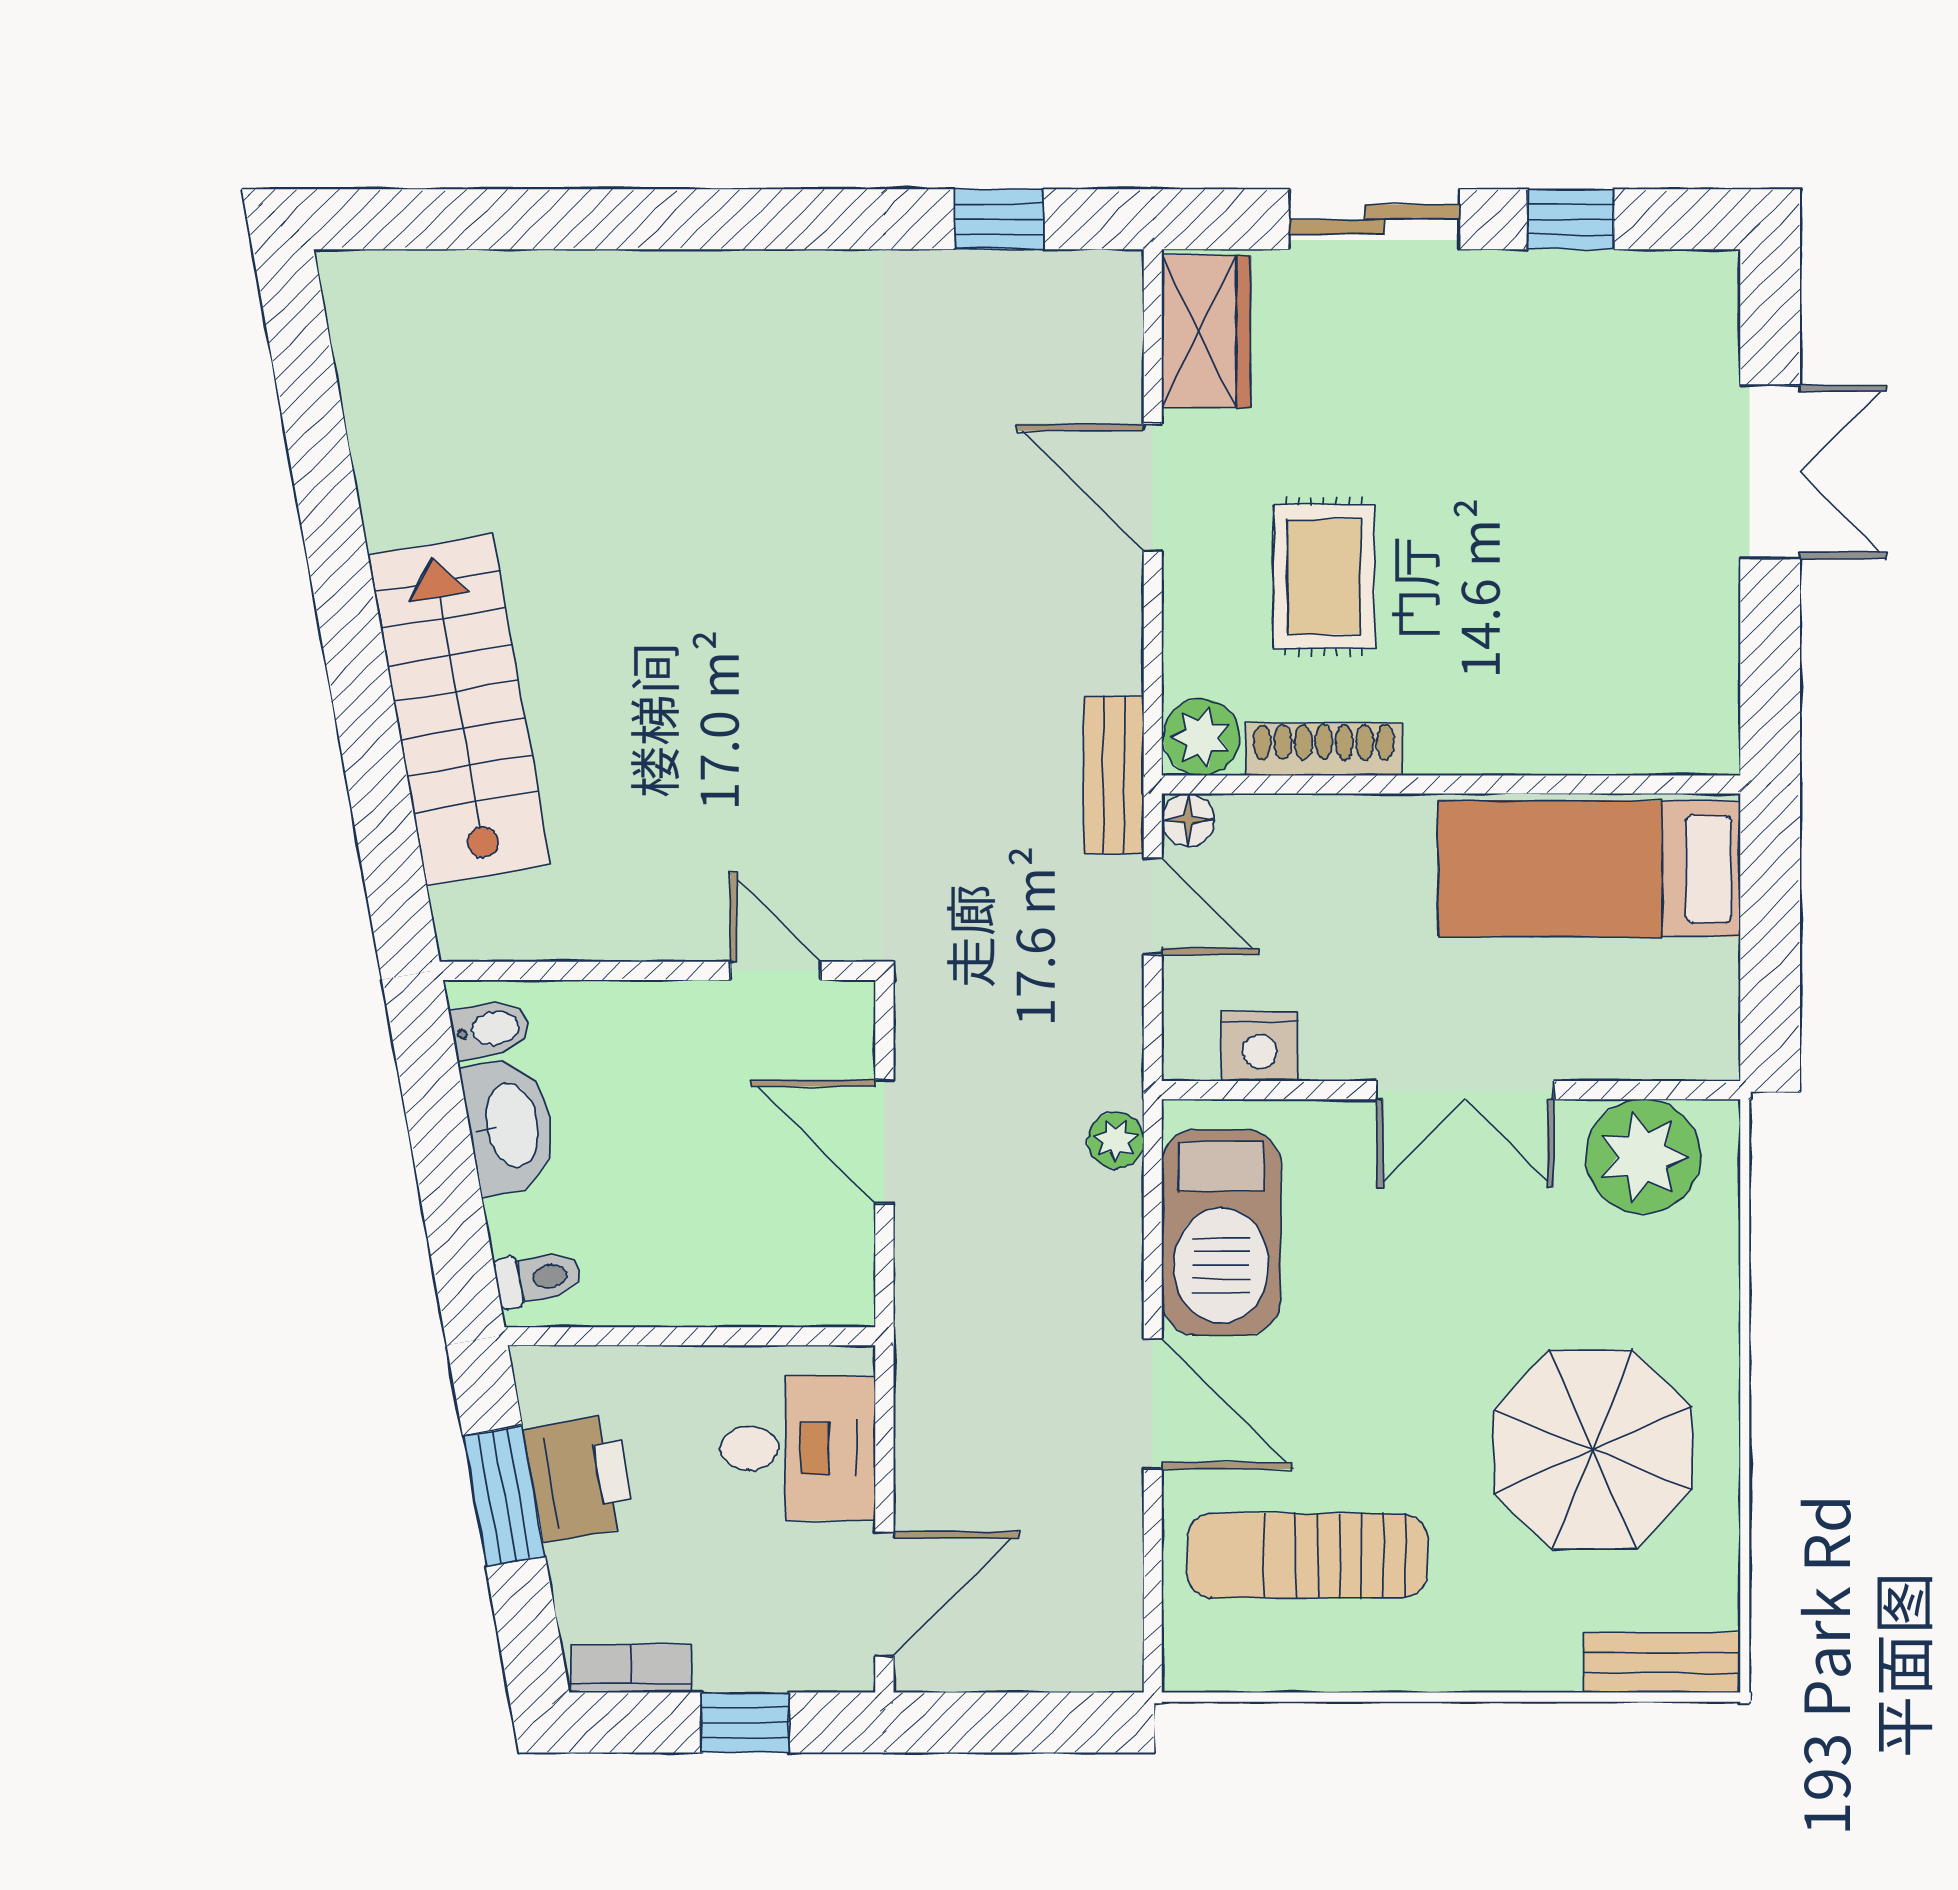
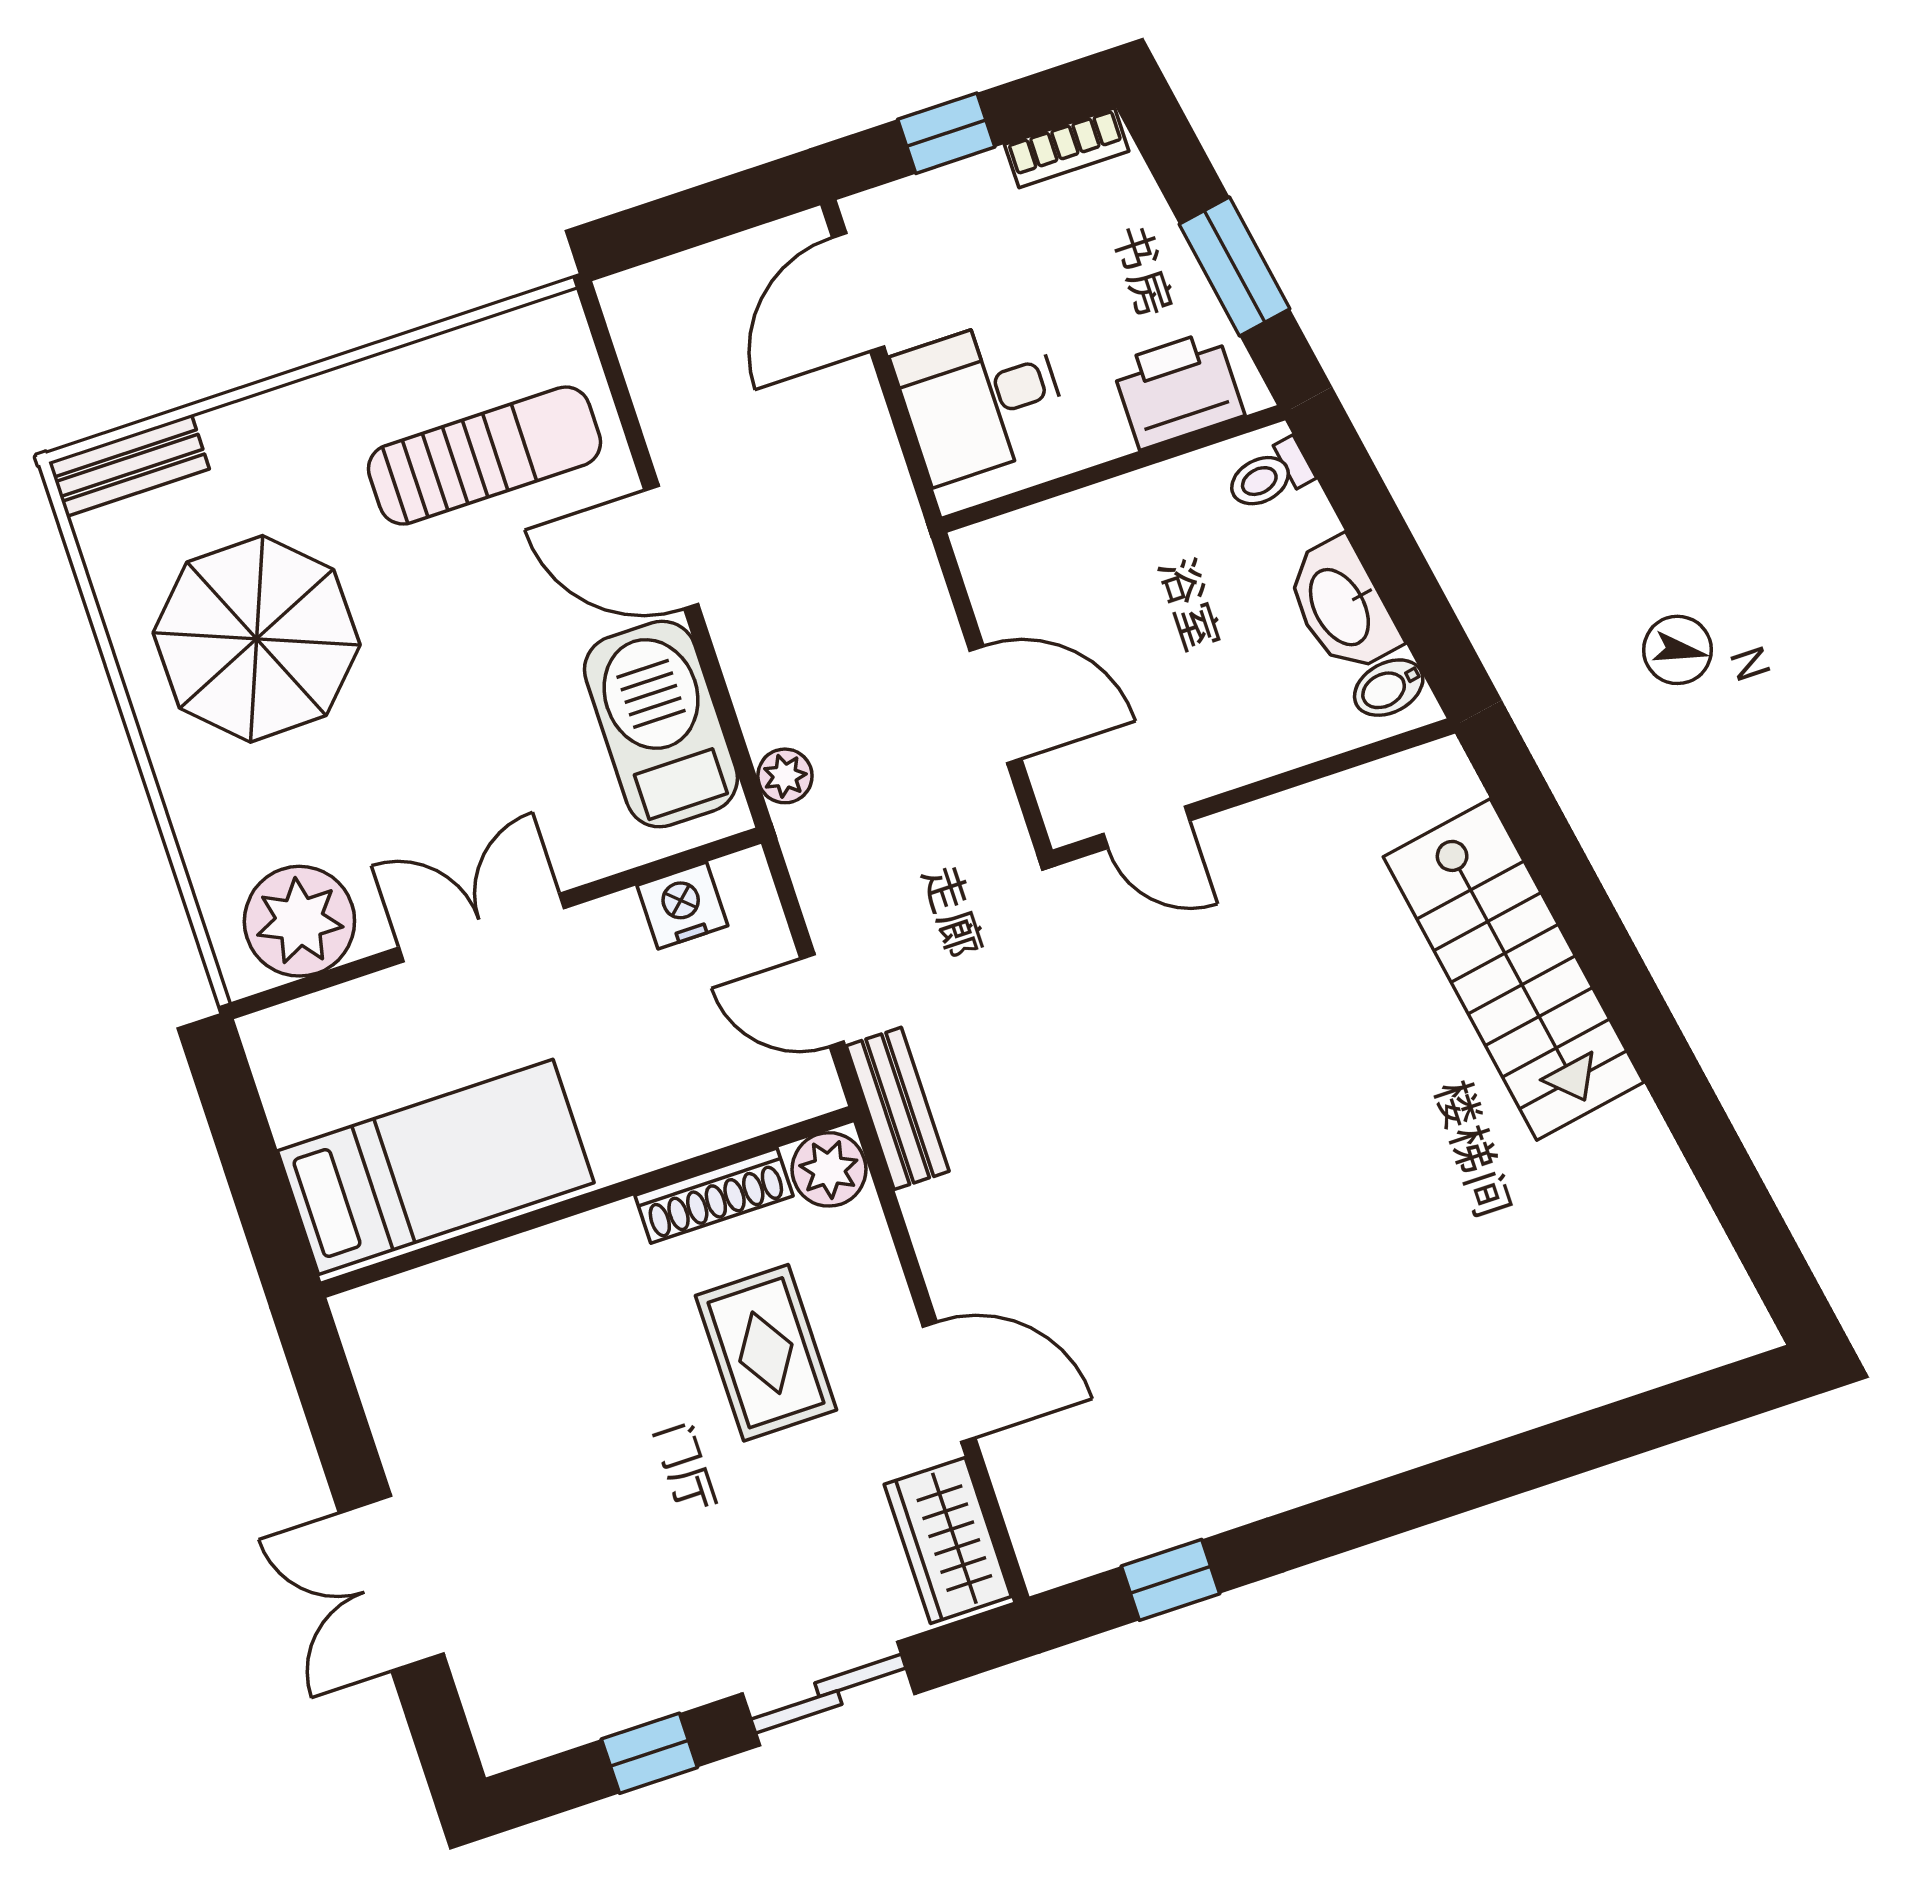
floor lamp: (1188, 820) -> (816, 1090), removed
printer: (580, 1478) -> (1178, 390), moved, turned 100

